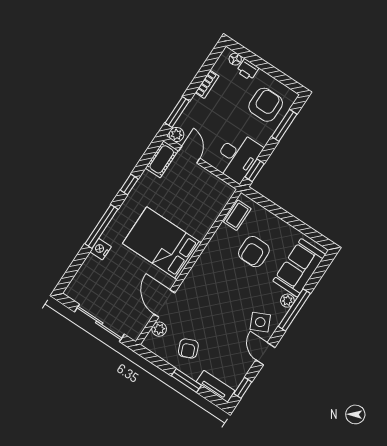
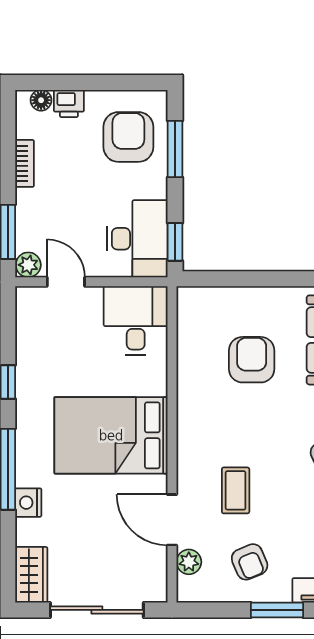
cot: (162, 159) -> (31, 315), removed
desk: (210, 196) -> (136, 321), added
coffee table: (237, 215) -> (236, 490), moved
armchair: (254, 252) -> (252, 360), turned 180
wardrobe: (79, 285) -> (31, 575), added

